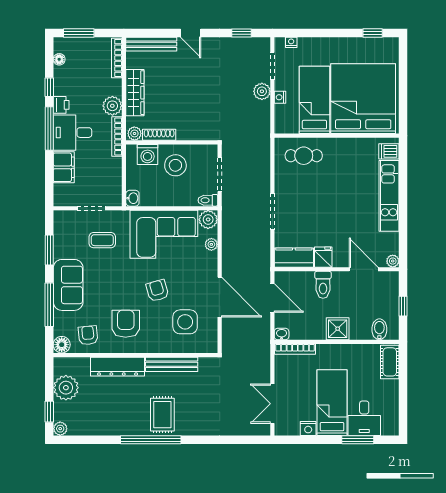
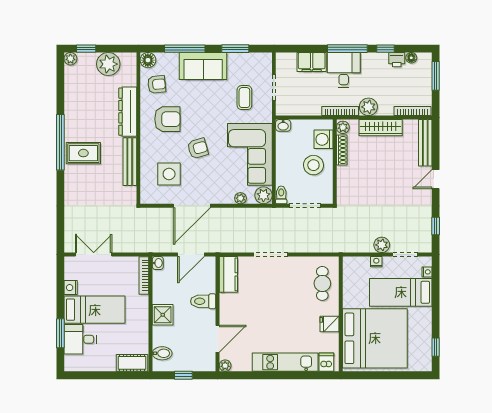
bed: (314, 100) -> (401, 292), moved, turned 180
printer: (61, 105) -> (397, 60), moved
fridge: (323, 257) -> (330, 324), moved, turned 180

